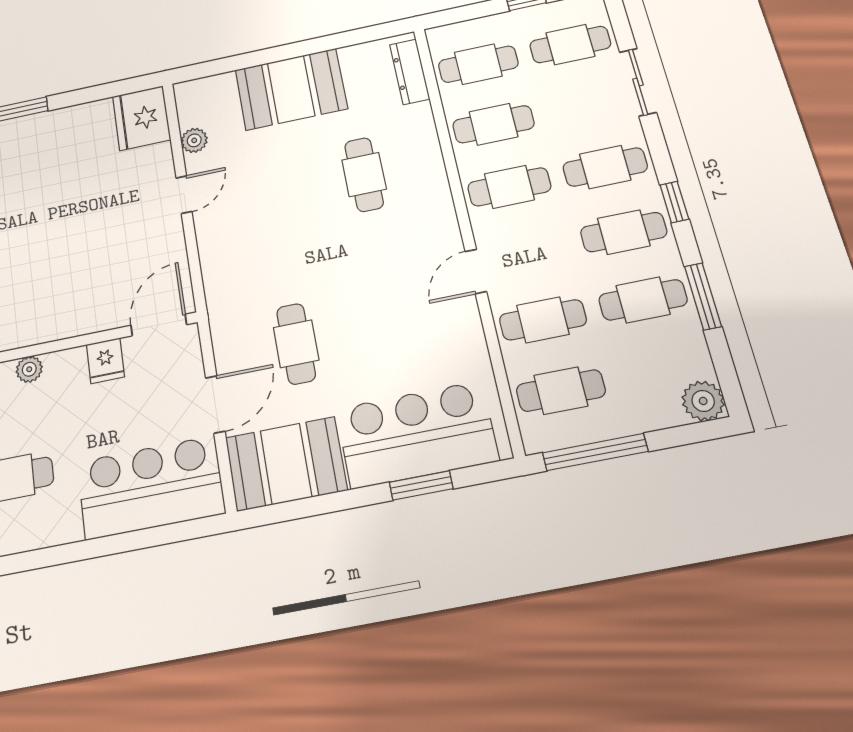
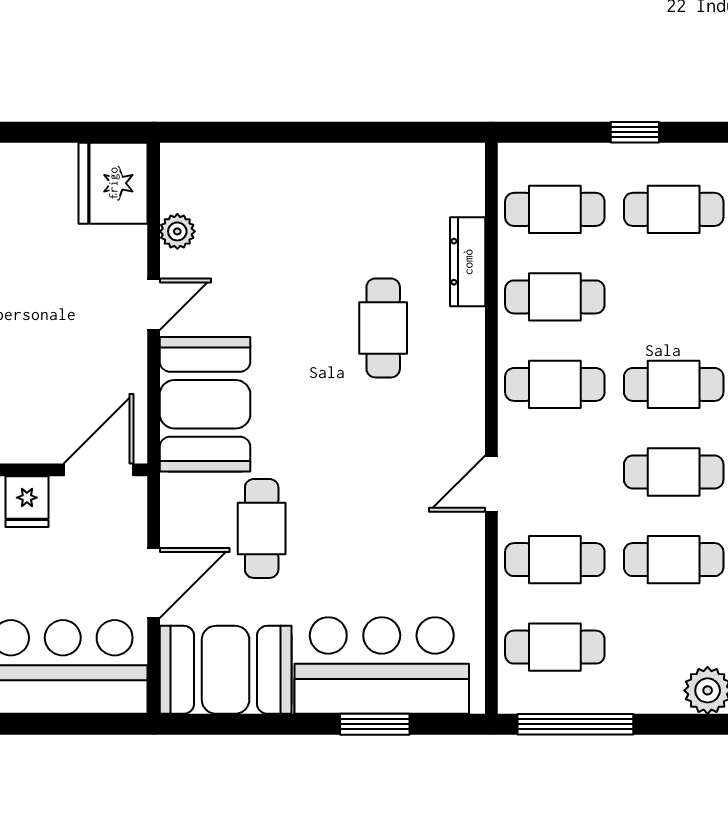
dresser: (410, 72) -> (468, 262), moved
booth: (291, 89) -> (205, 404), moved, turned 90

